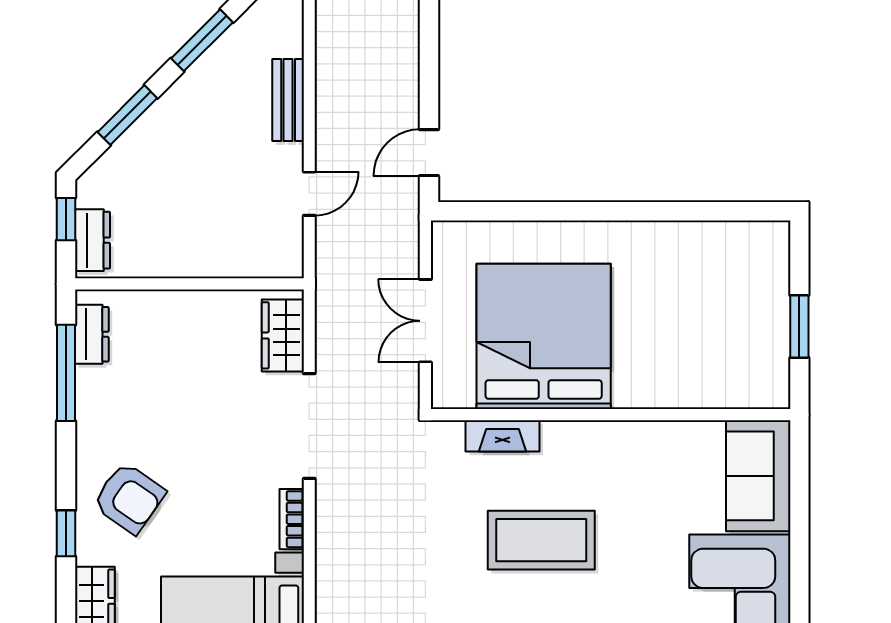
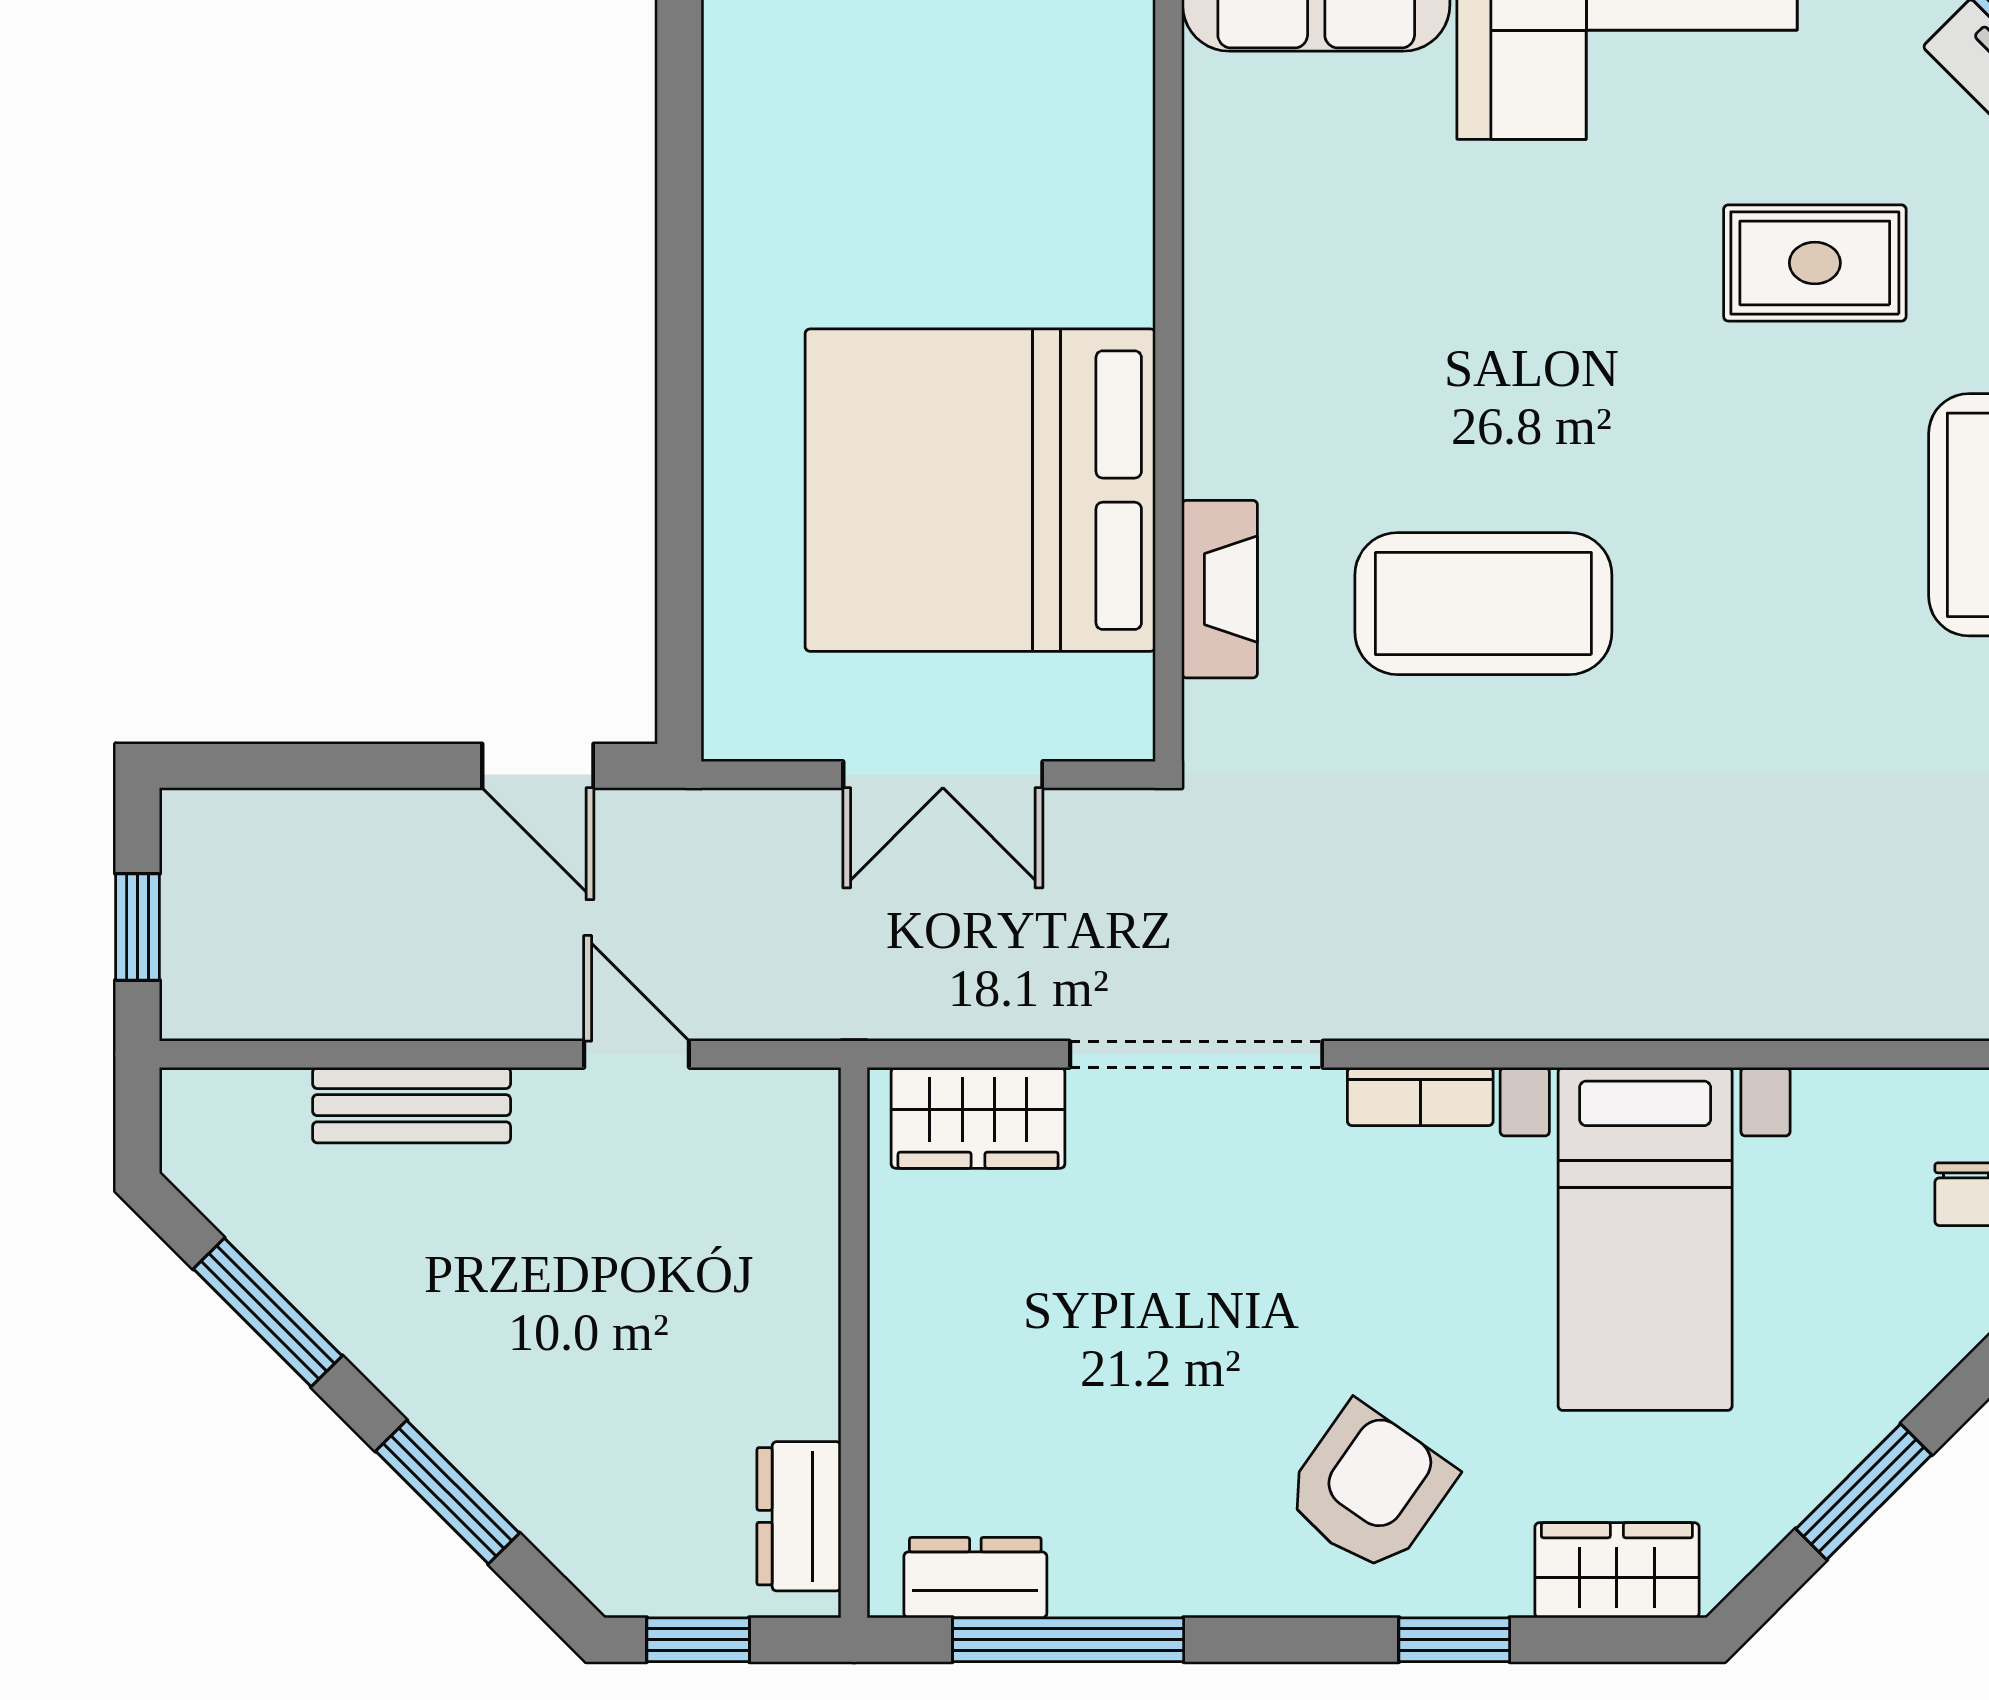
dresser: (93, 240) -> (799, 1516), moved, turned -90
coffee table: (541, 540) -> (1483, 604), moved, turned 90

